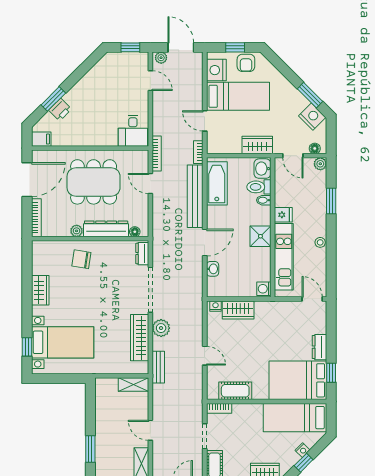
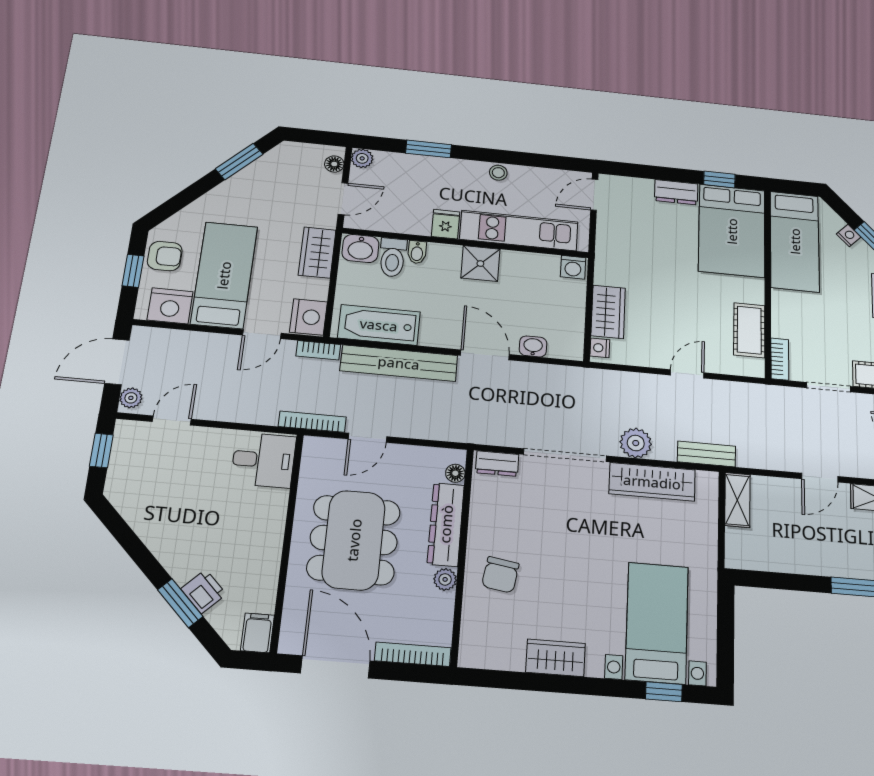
nightstand: (312, 117) -> (308, 317), moved, turned 135

